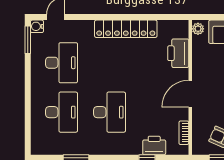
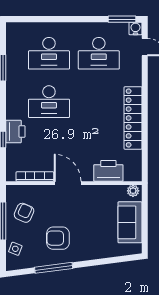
bookcase: (184, 133) -> (35, 176), width x1.56
printer: (154, 145) -> (15, 132), moved

